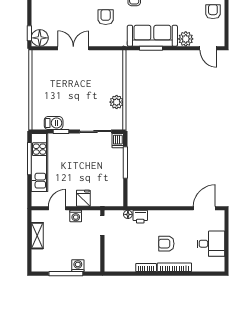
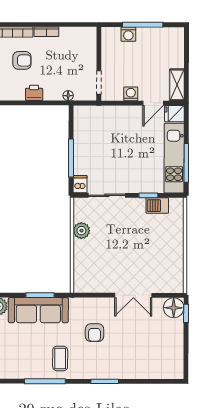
fridge: (83, 198) -> (174, 114), moved, turned 90
printer: (140, 217) -> (34, 93), moved
shelving: (37, 236) -> (177, 85), moved

